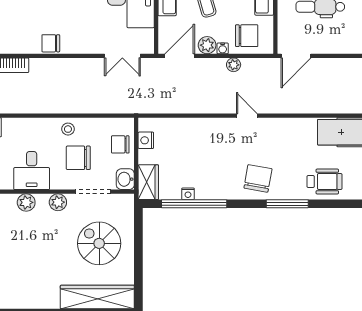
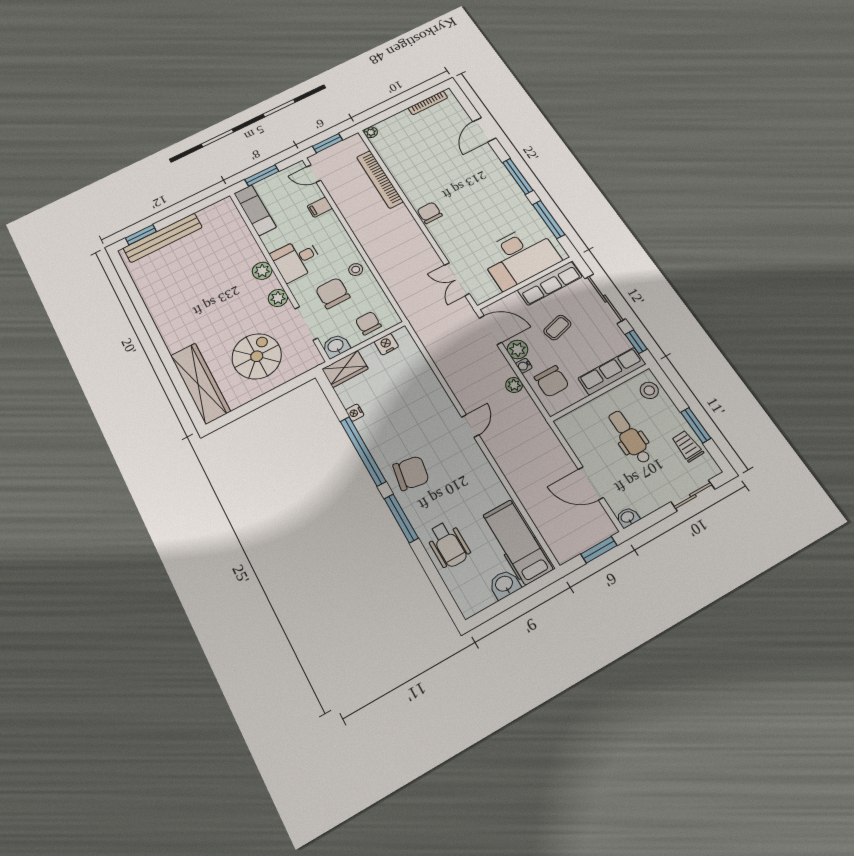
door: (296, 56) -> (591, 483), moved
window: (194, 204) -> (363, 451), moved

